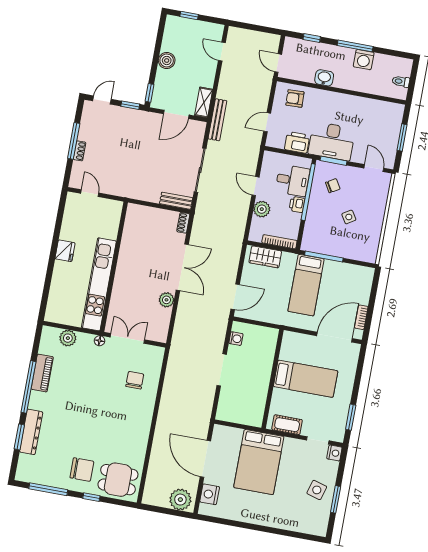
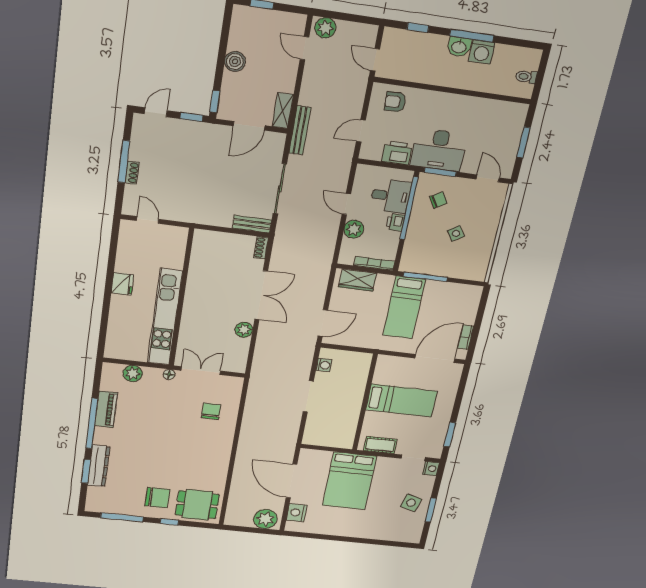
plant: (239, 36) -> (325, 28), added
washbasin: (324, 78) -> (459, 47), moved, turned 180

